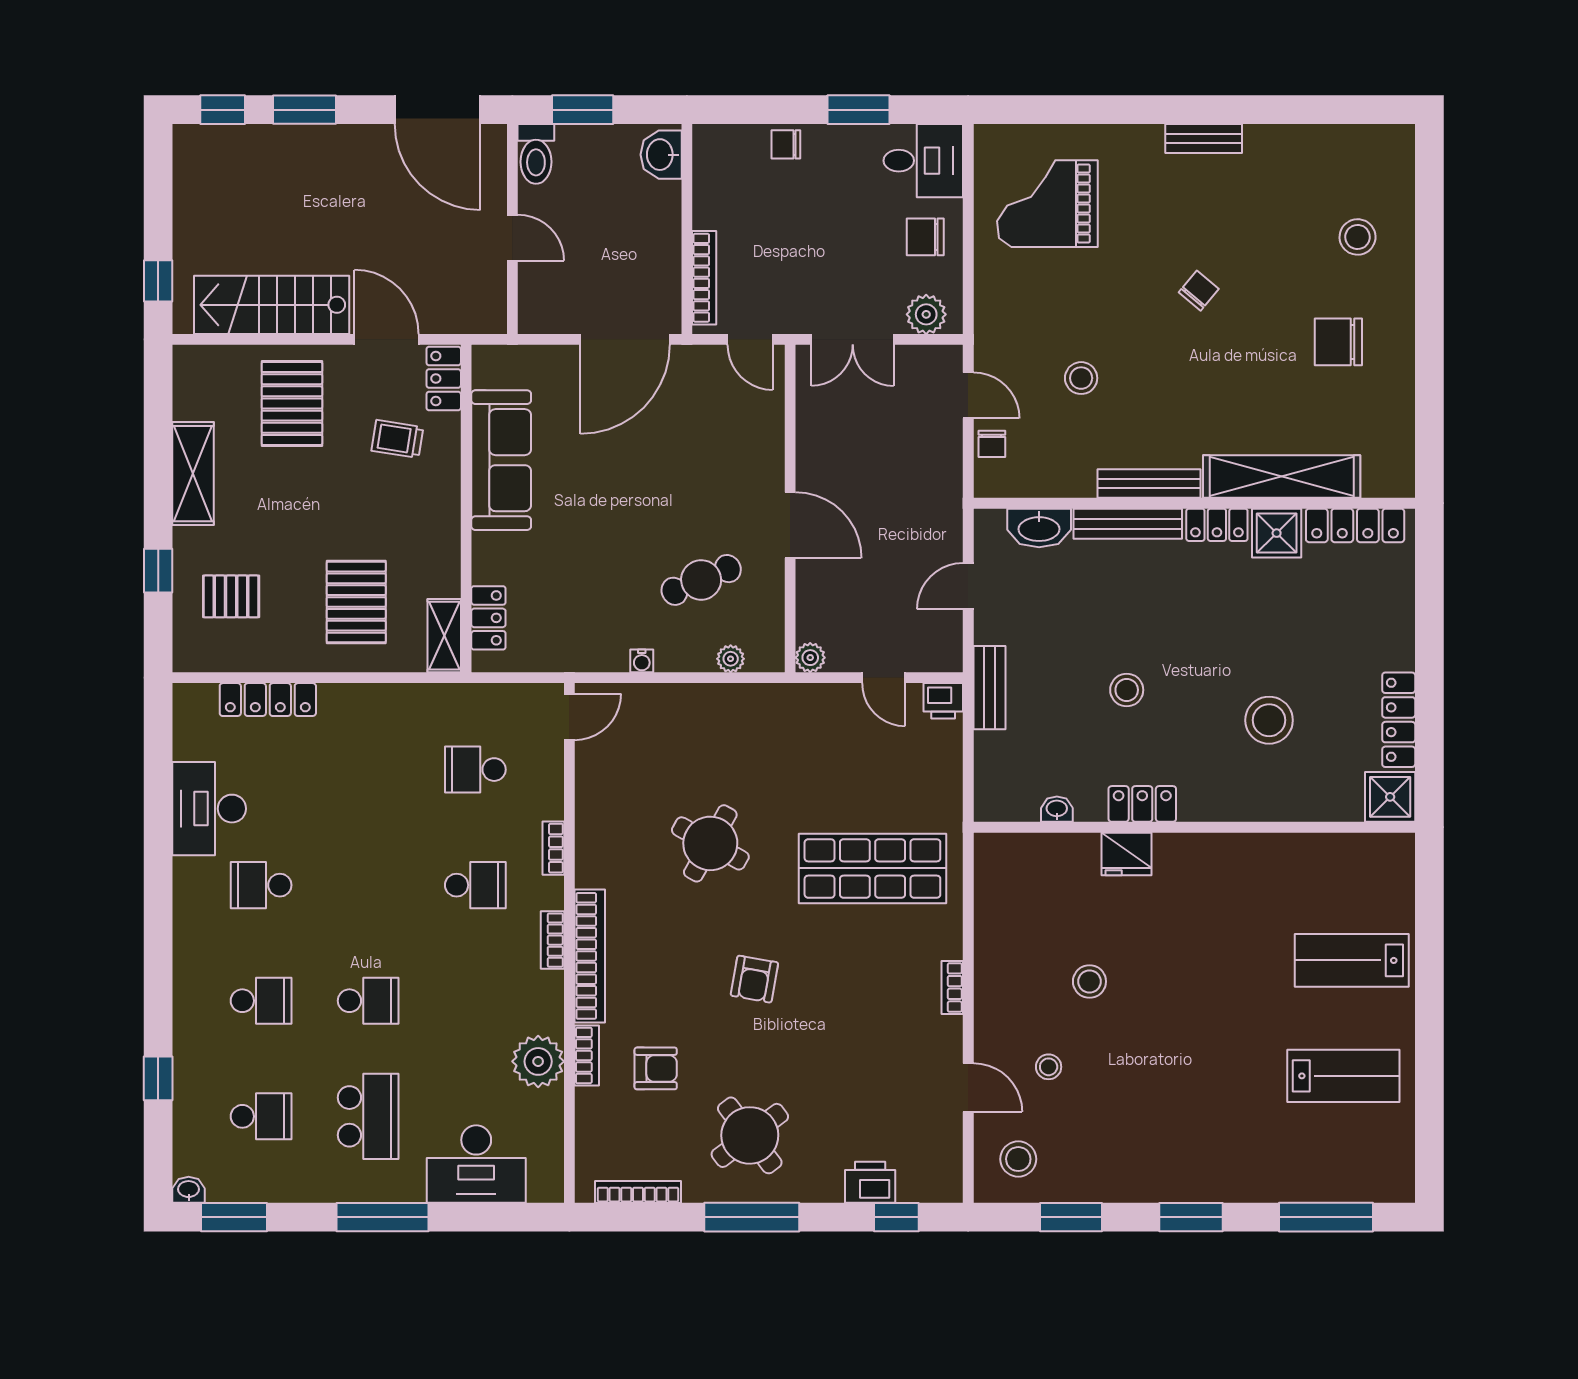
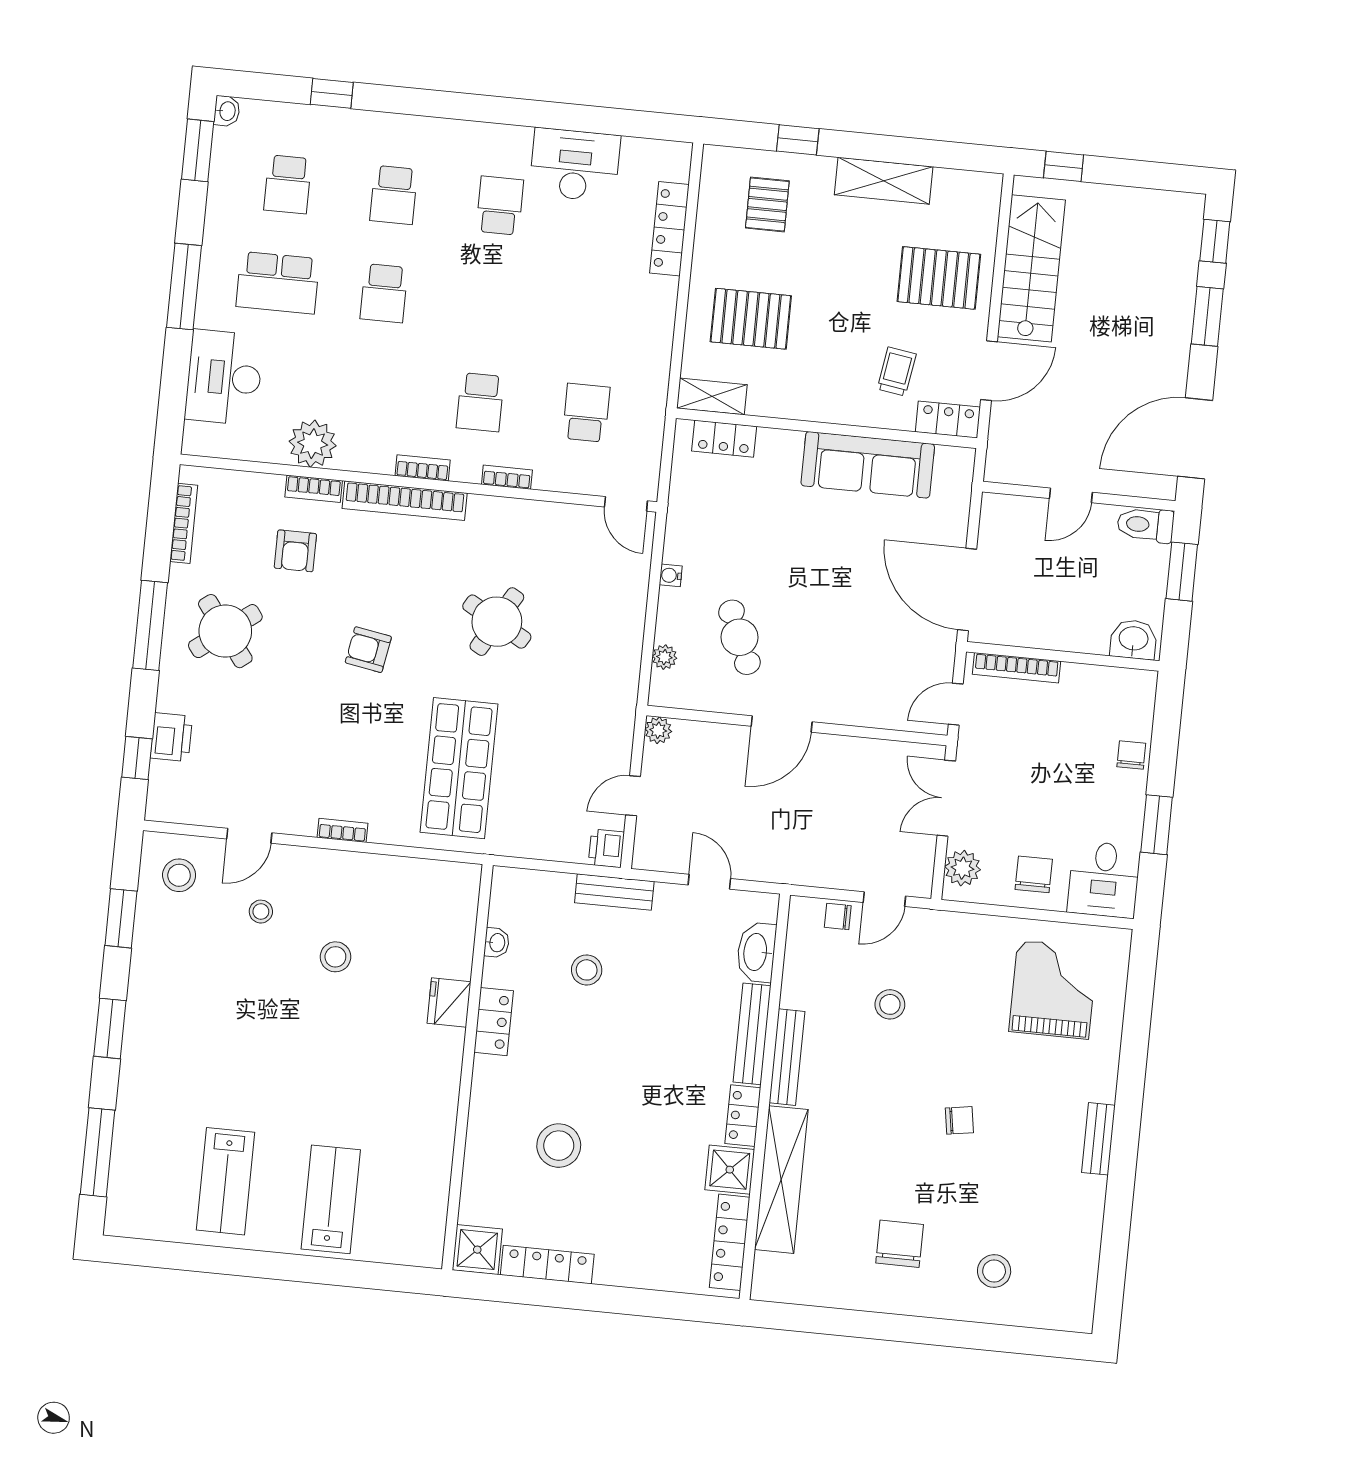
chair: (1199, 291) -> (959, 1120), turned -49
stool: (1127, 690) -> (587, 970), moved

